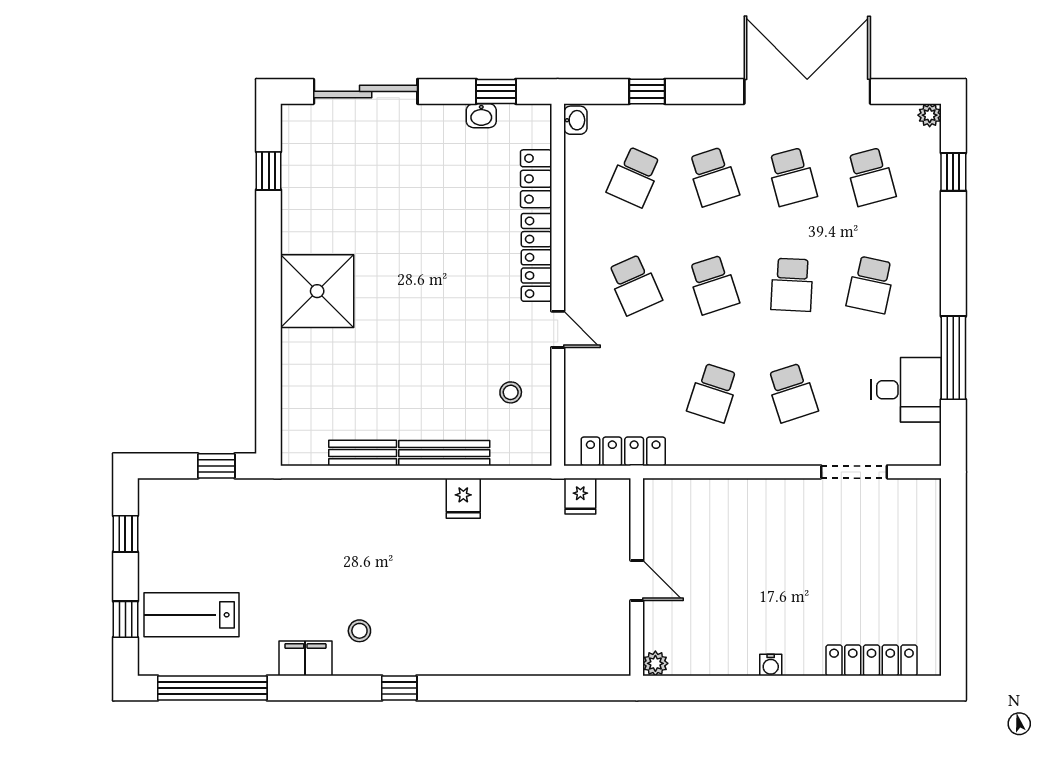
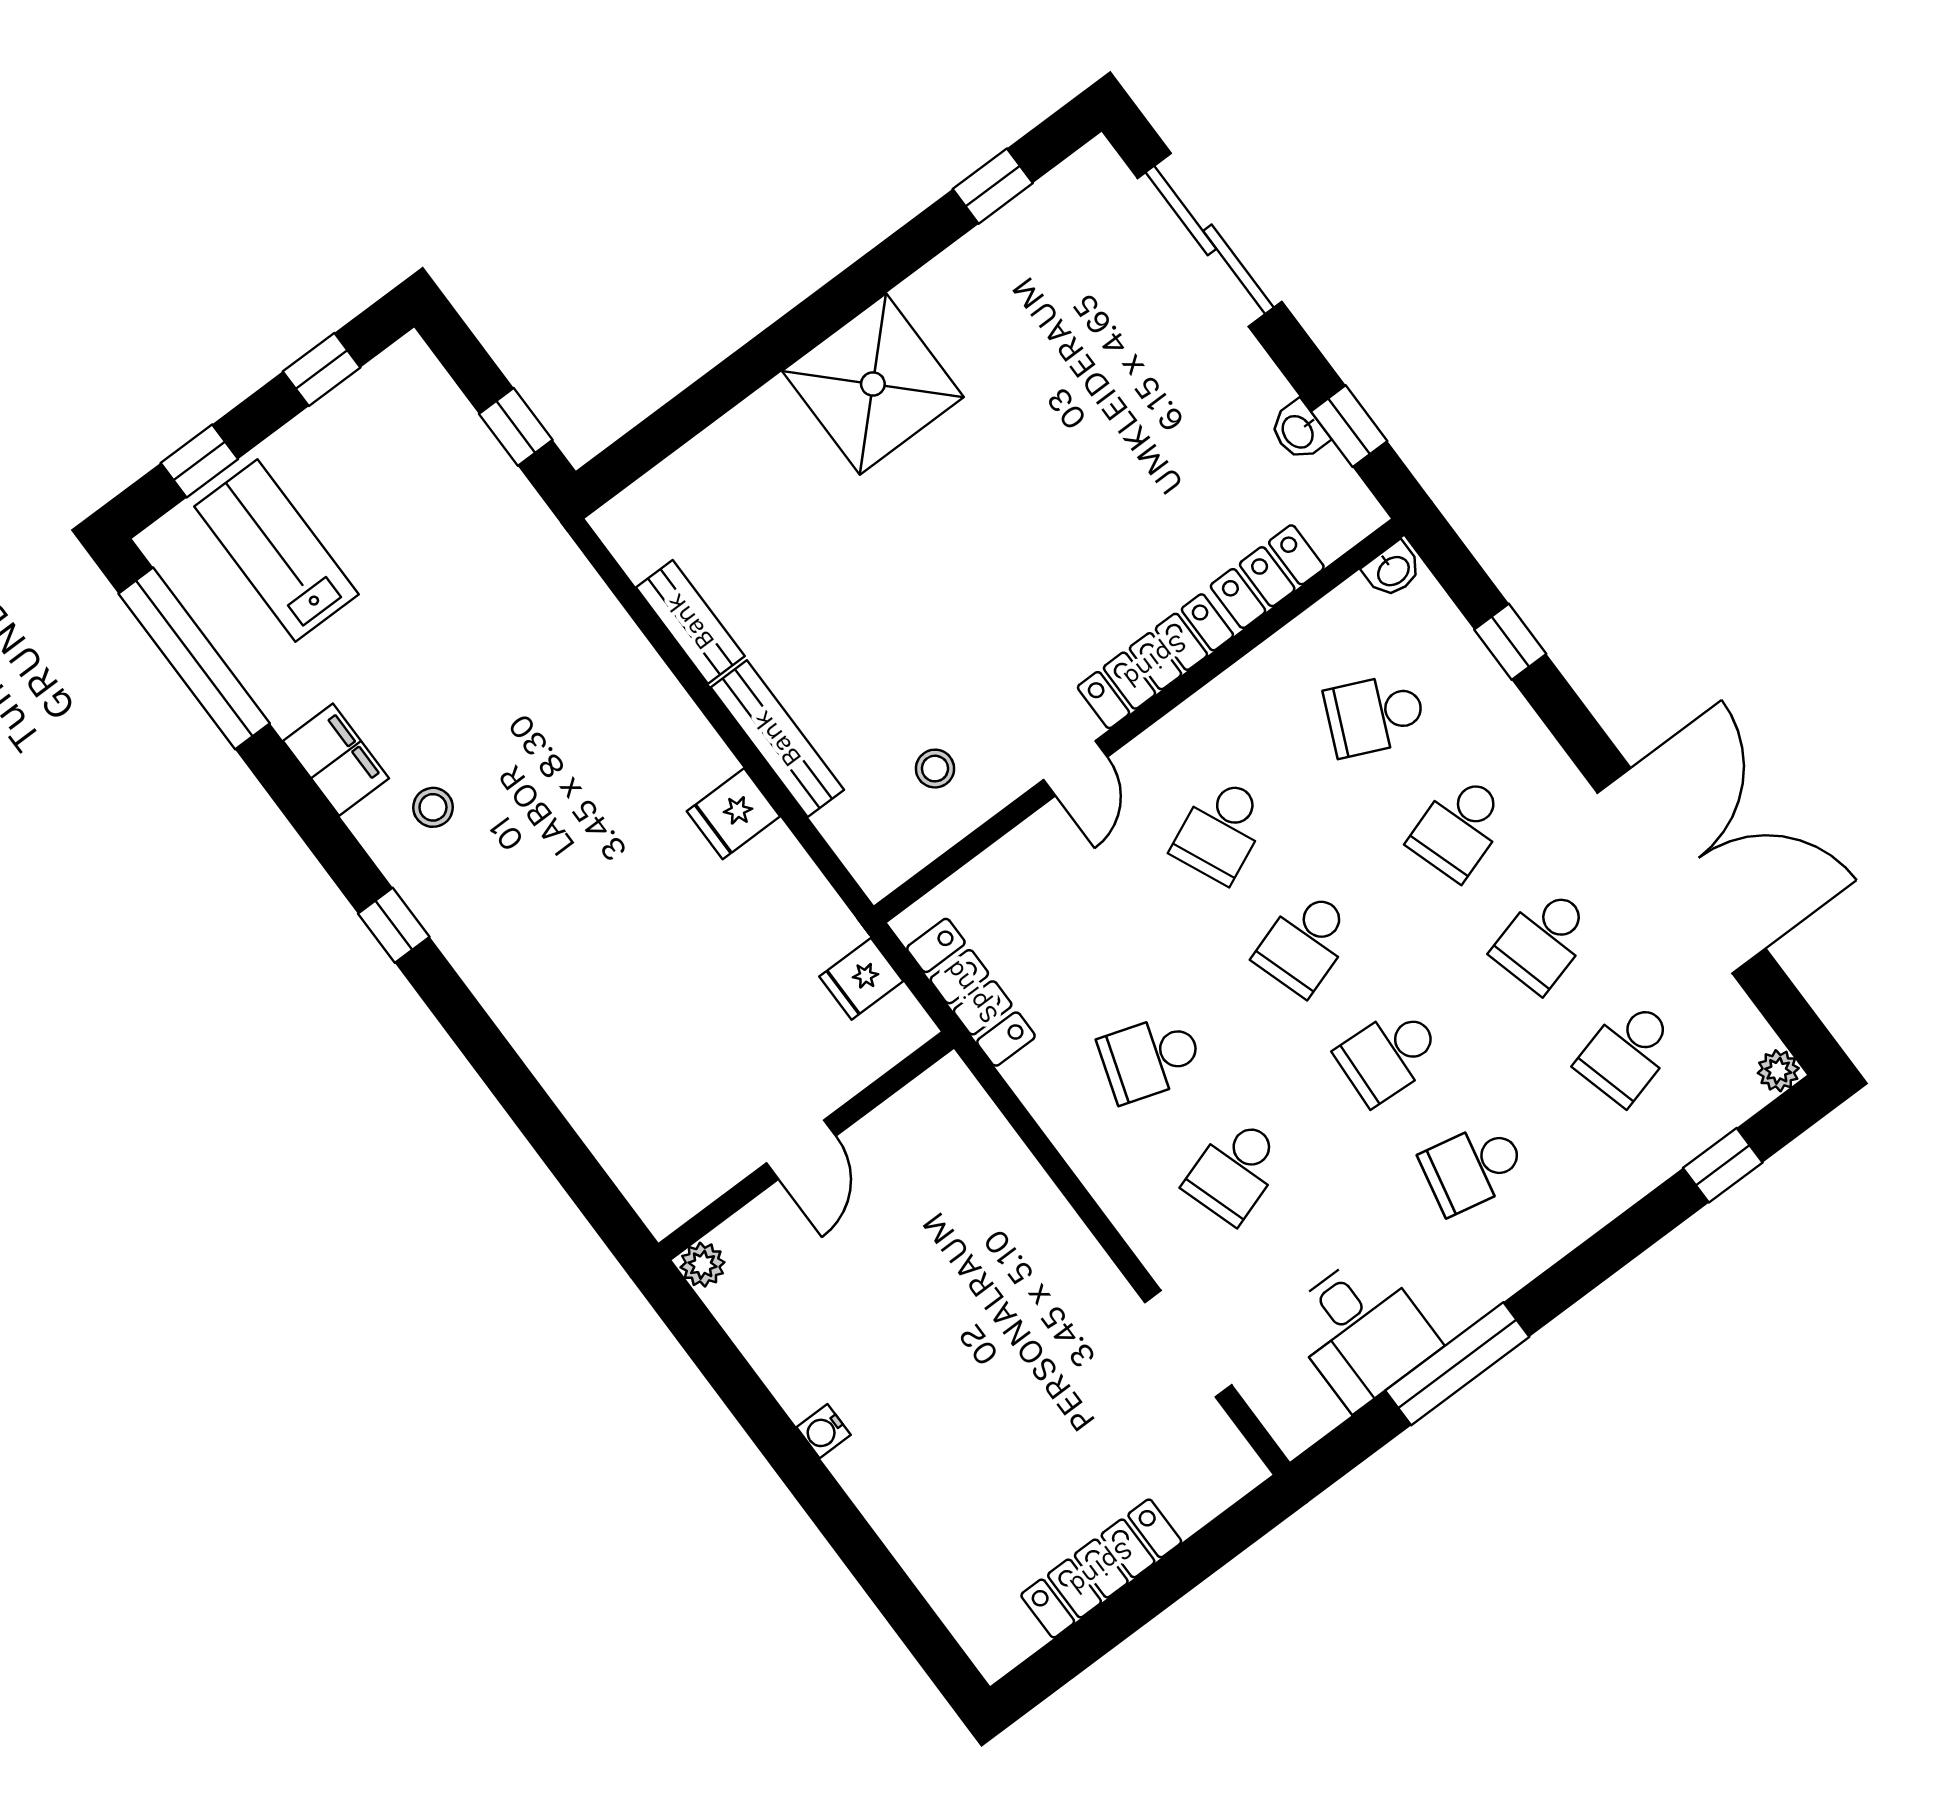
locker: (872, 660) -> (1101, 1568), moved, turned -90

